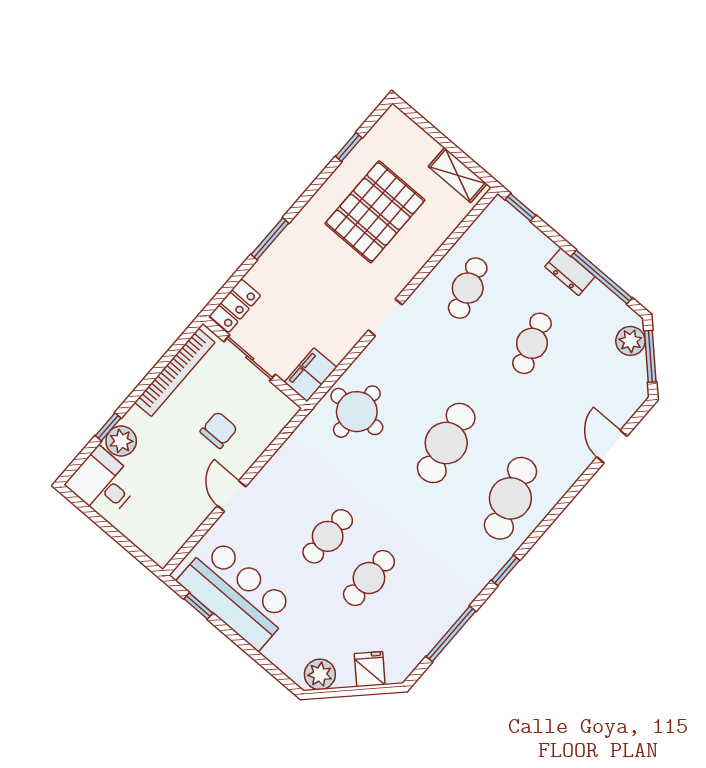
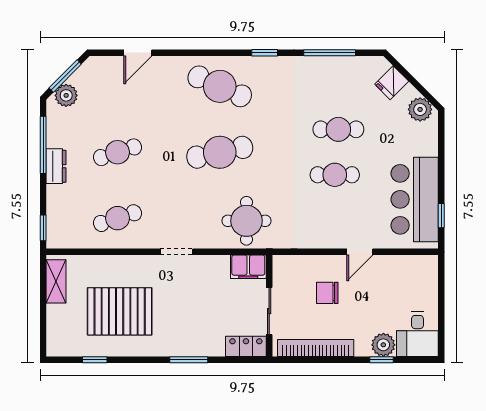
cafe table: (510, 498) -> (220, 86), turned 42

